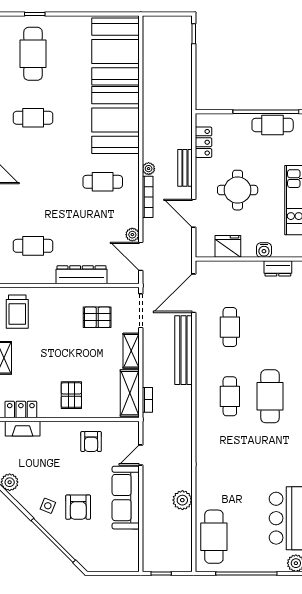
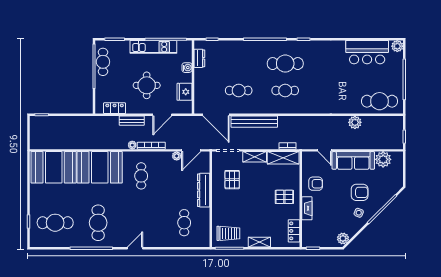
cafe table: (33, 118) -> (98, 223), width x1.37, depth x1.35
fireplace: (23, 429) -> (307, 208), moved
plant: (127, 542) -> (383, 159), added

